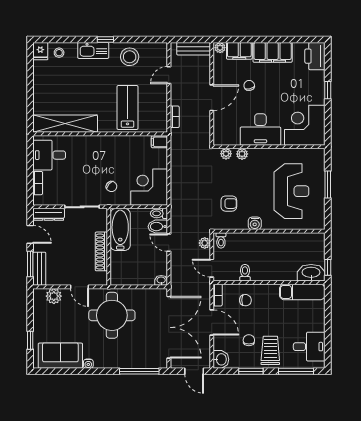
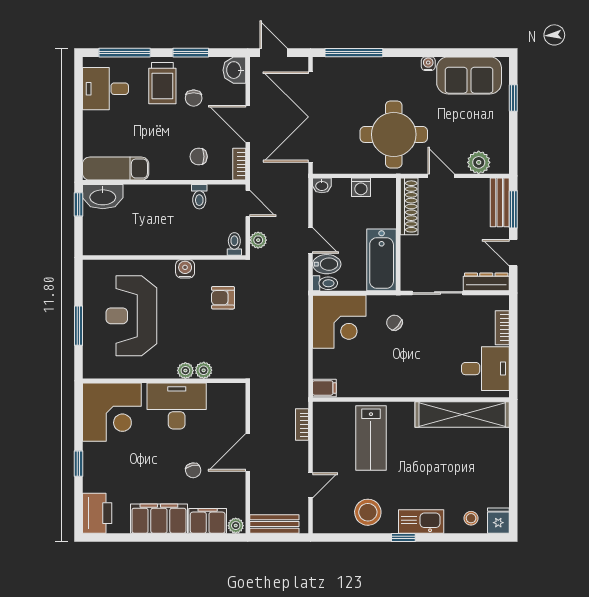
plant: (226, 154) -> (185, 371), moved
shoe rack: (101, 251) -> (409, 206), moved
washing machine: (134, 279) -> (361, 187), added

